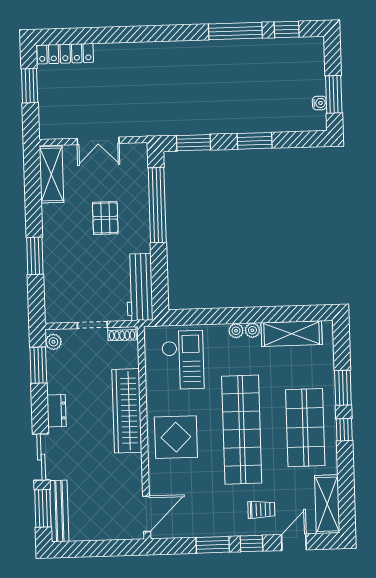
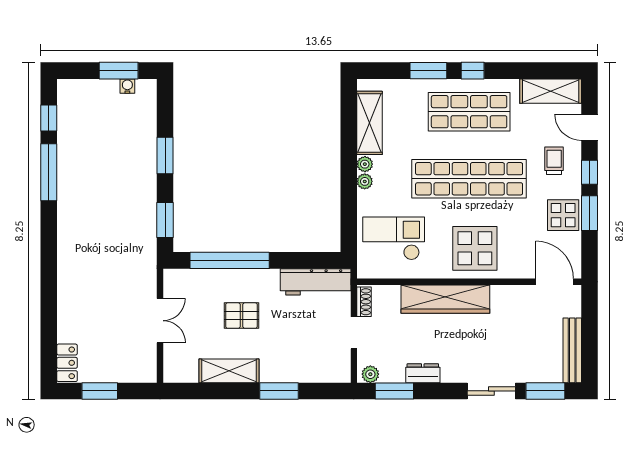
locker: (65, 54) -> (67, 363), width x0.66
shelving: (51, 174) -> (229, 371), moved
dresser: (57, 411) -> (423, 373), moved
bench: (59, 511) -> (572, 350), moved, turned 90
display table: (210, 520) -> (563, 215), added

